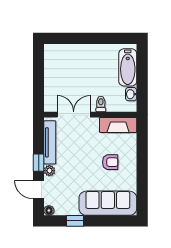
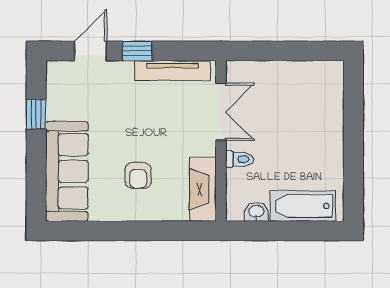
plant: (49, 171) -> (123, 70), removed
floor lamp: (49, 210) -> (54, 69), removed

